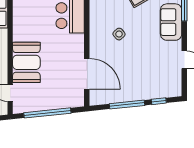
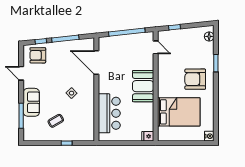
booth: (26, 62) -> (143, 86), moved
armchair: (163, 83) -> (38, 55), added

